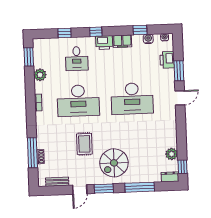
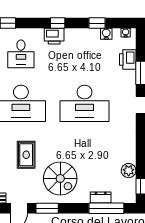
window: (96, 32) -> (58, 23), moved
filing cabinet: (122, 41) -> (76, 35), removed
spiral stairs: (114, 163) -> (60, 178), turned -90
dresser: (170, 177) -> (101, 197), moved
window: (140, 187) -> (106, 208), moved

